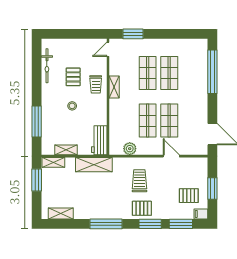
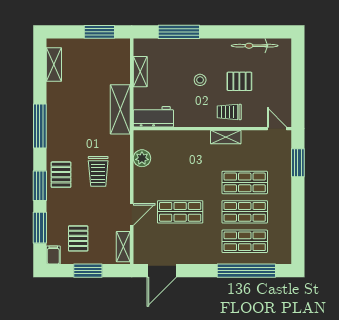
shop shelf: (148, 121) -> (245, 241), moved
shelving: (53, 162) -> (123, 247), moved
trolley: (139, 181) -> (98, 171), turned 90

